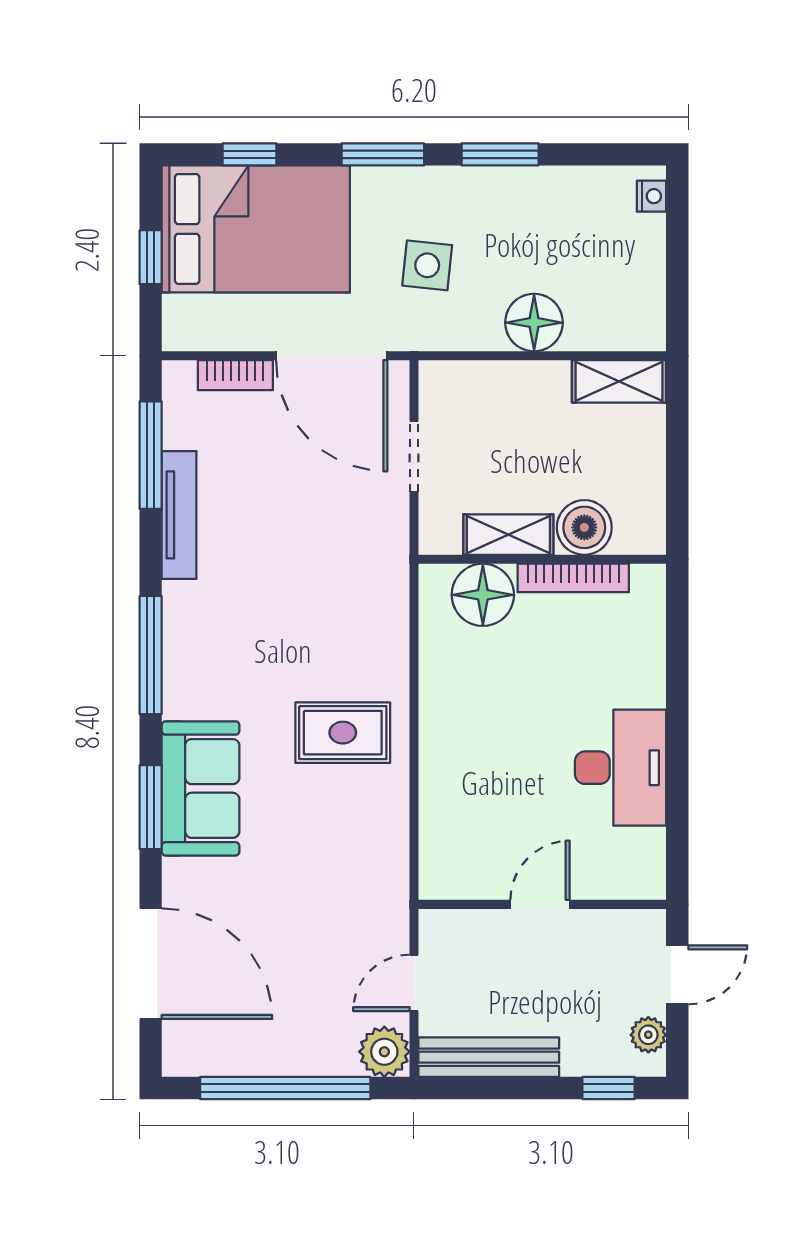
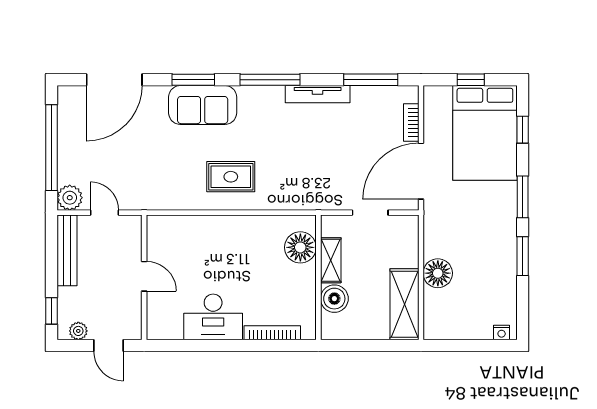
side table: (427, 265) -> (467, 219), removed
shelving: (619, 381) -> (405, 304), width x1.50, depth x1.33
tv unit: (179, 515) -> (318, 94), moved
bookcase: (573, 578) -> (272, 333), moved, turned 90
rug: (343, 733) -> (231, 177), turned 90

